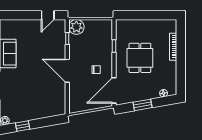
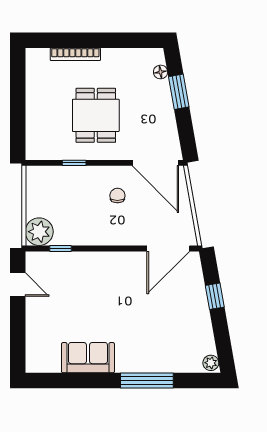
dining table: (140, 58) -> (96, 115), turned 90
door: (67, 71) -> (168, 248), moved
window: (143, 105) -> (179, 92), moved
window: (23, 126) -> (215, 296), moved

